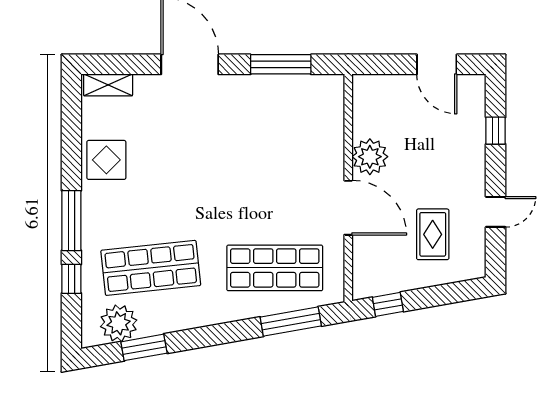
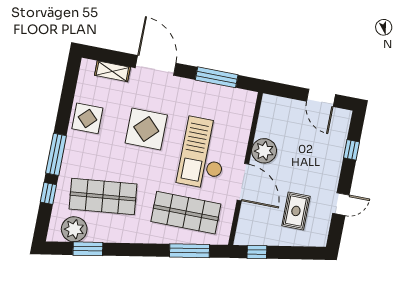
shelving: (108, 85) -> (112, 71), moved
display table: (194, 159) -> (146, 129), added
checkout: (283, 177) -> (203, 153), added

